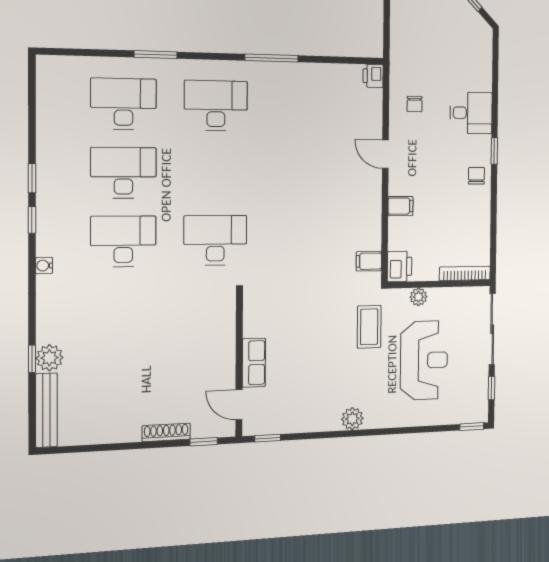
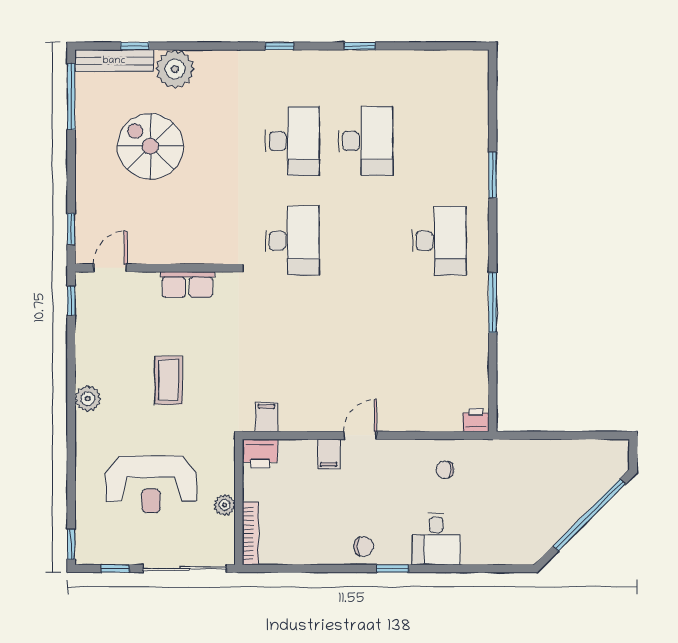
desk: (124, 104) -> (439, 141), removed
door: (385, 154) -> (360, 435), moved
window: (32, 220) -> (279, 46), moved
water cooler: (44, 266) -> (268, 58), removed
plant: (418, 297) -> (225, 505), moved
coffee table: (369, 327) -> (168, 380), moved, turned 90
plant: (49, 358) -> (175, 69), width x1.36, depth x1.36
window: (32, 359) -> (135, 46), moved
row of seats: (254, 363) -> (187, 284), moved
spiral stairs: (128, 373) -> (150, 146), added
shoe rack: (166, 432) -> (84, 188), removed
window: (81, 449) -> (71, 97), added

